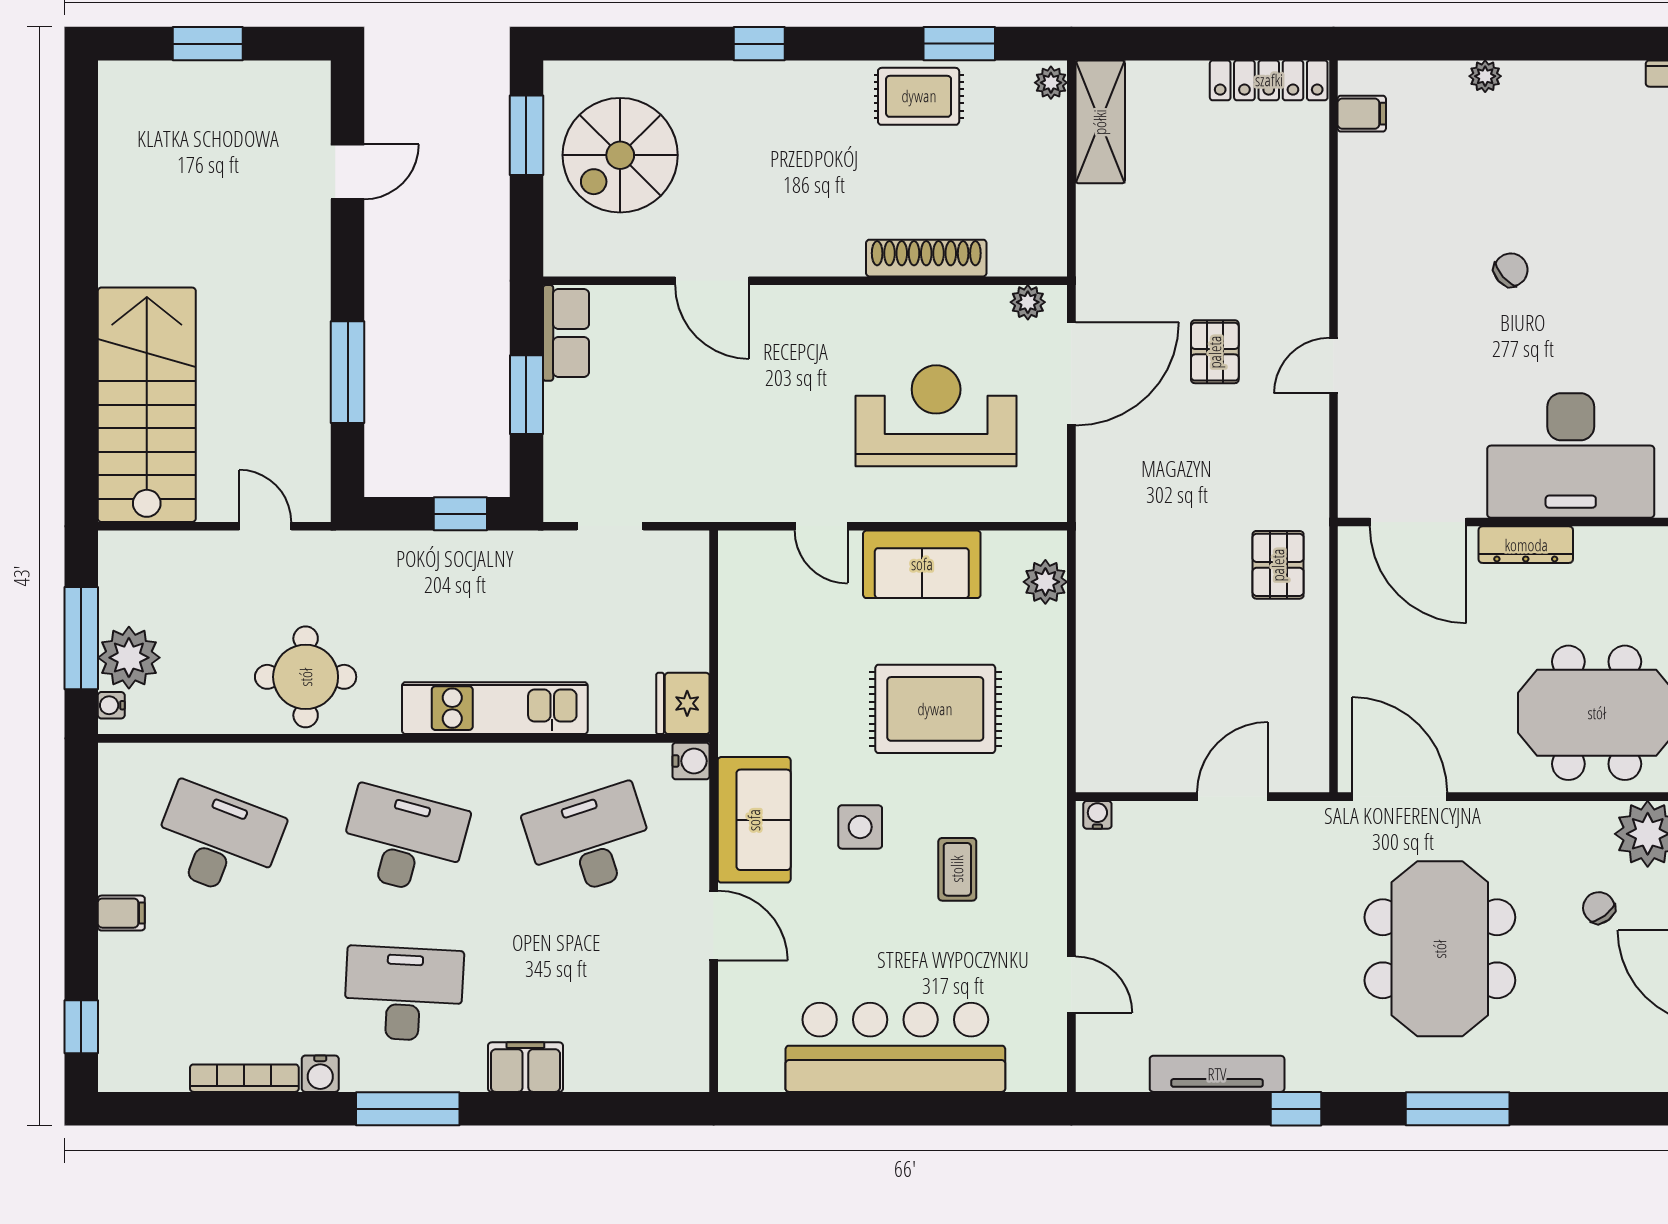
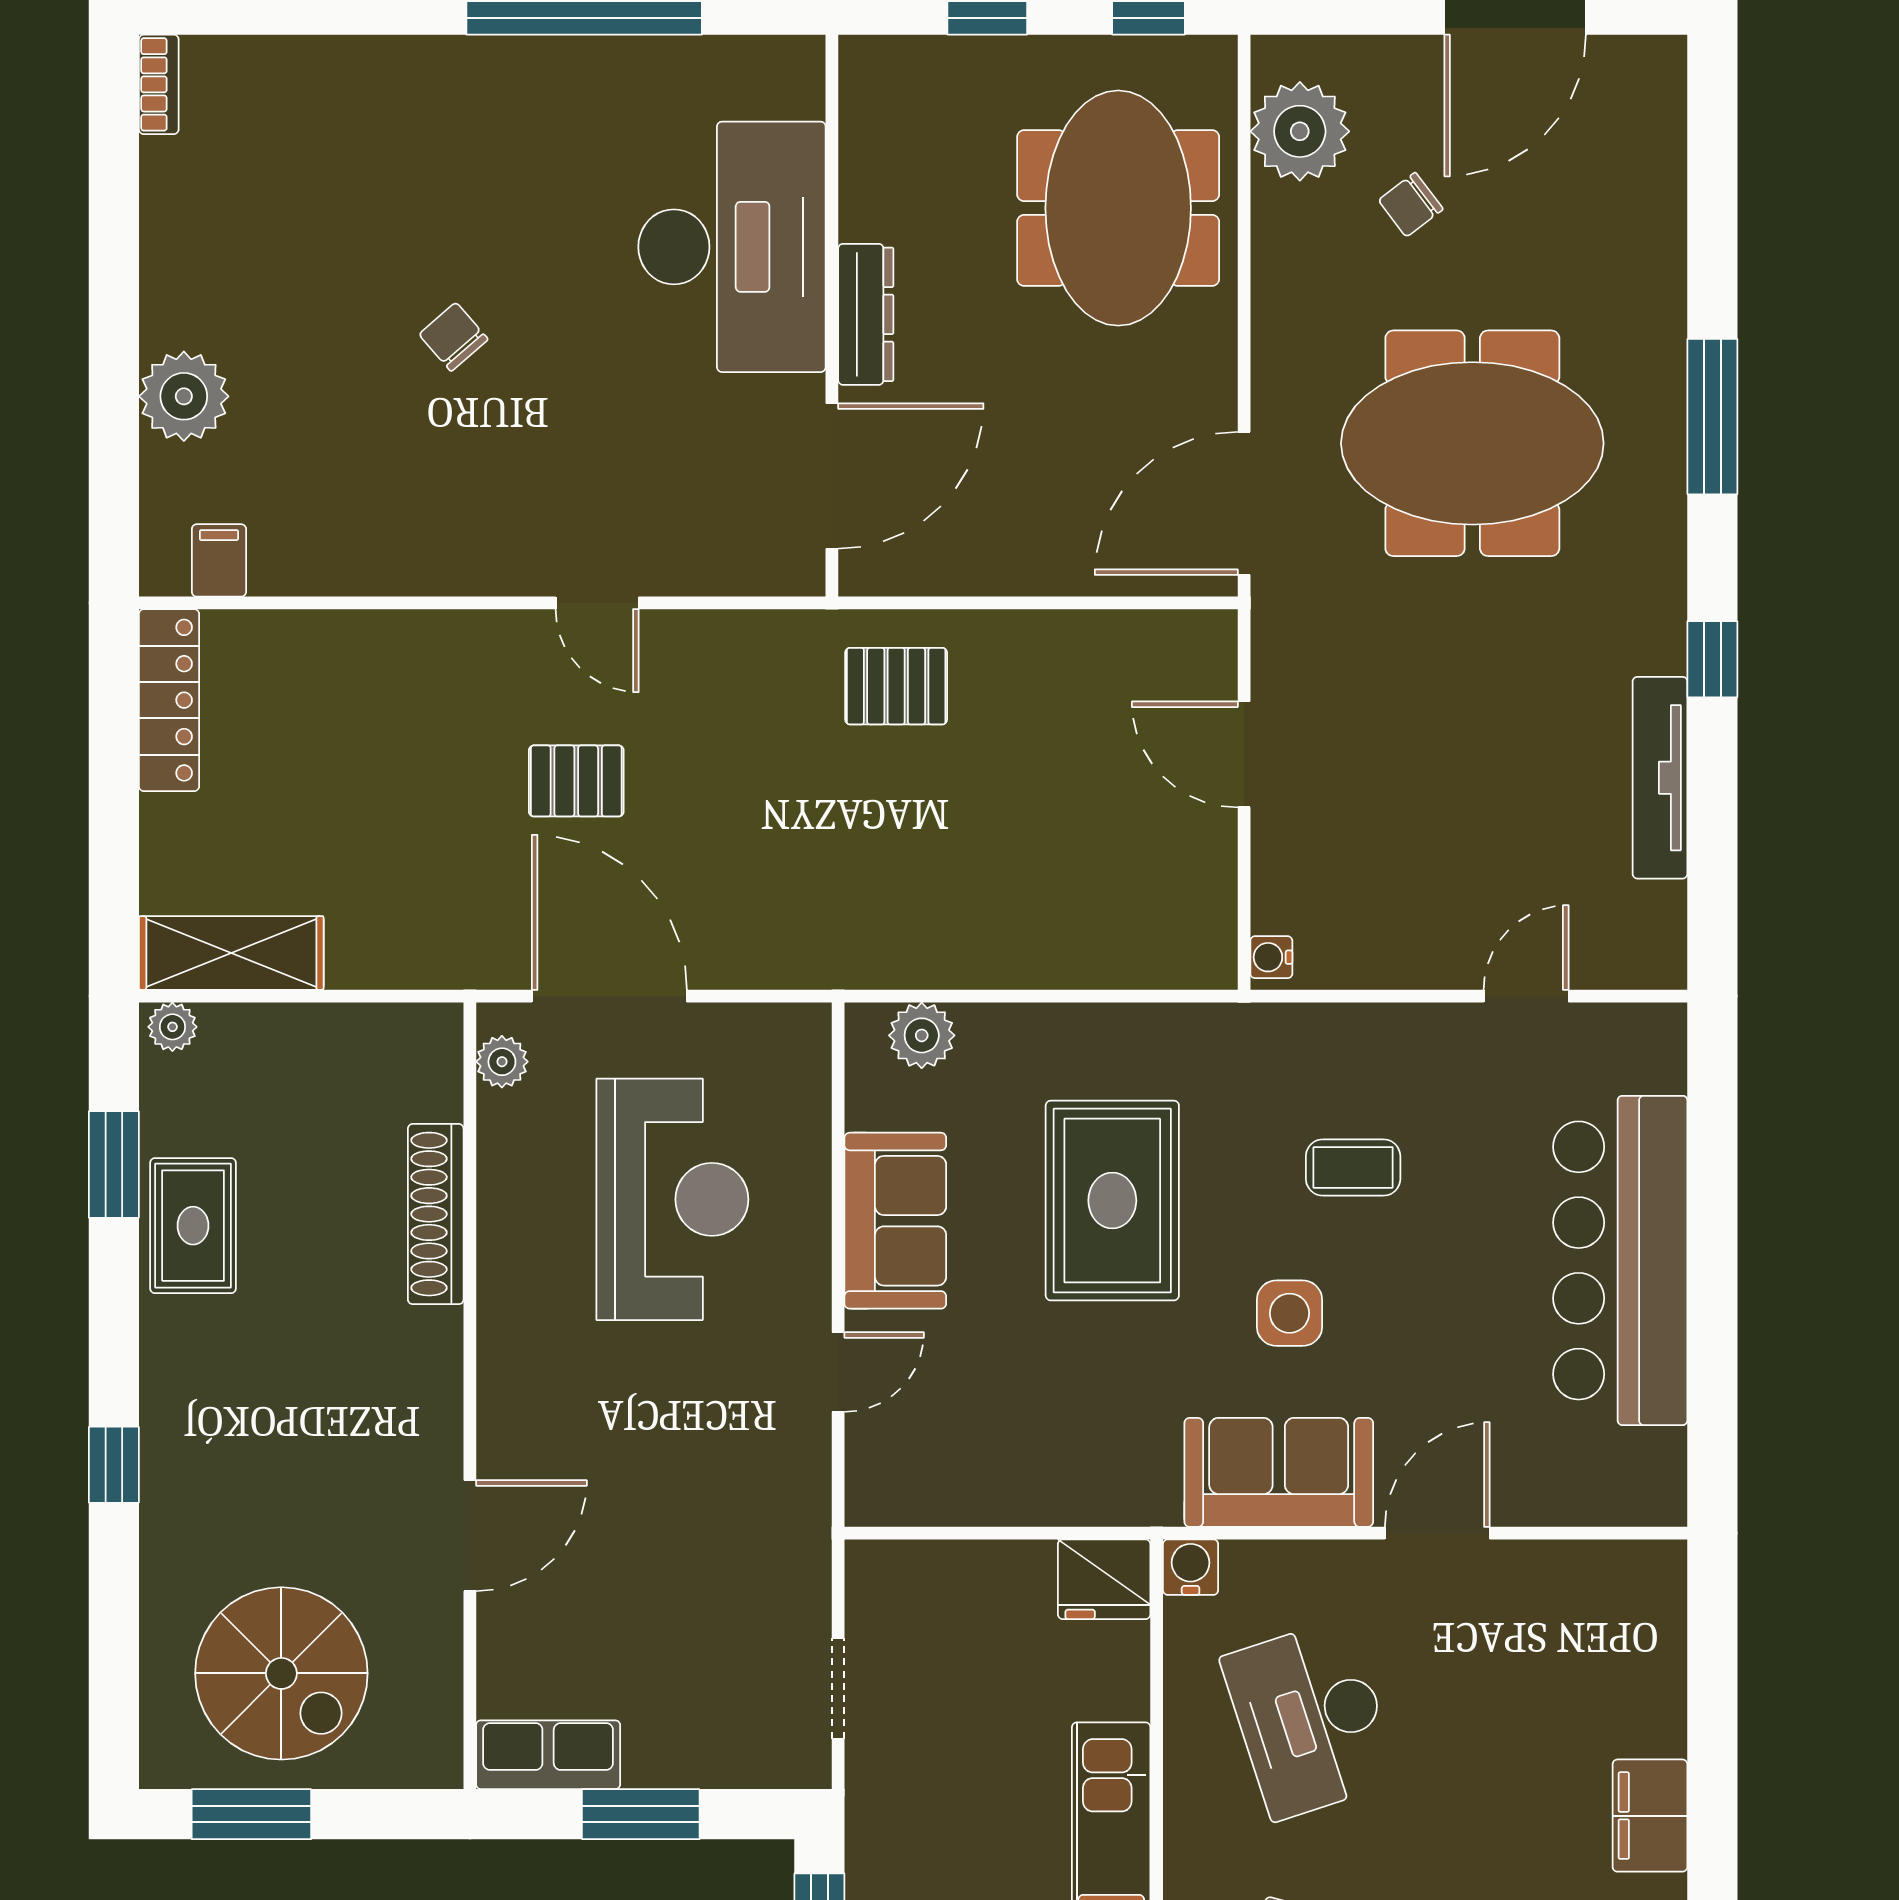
plant: (1485, 76) -> (184, 396), width x1.87, depth x1.87
reception desk: (936, 416) -> (672, 1199), turned 180

